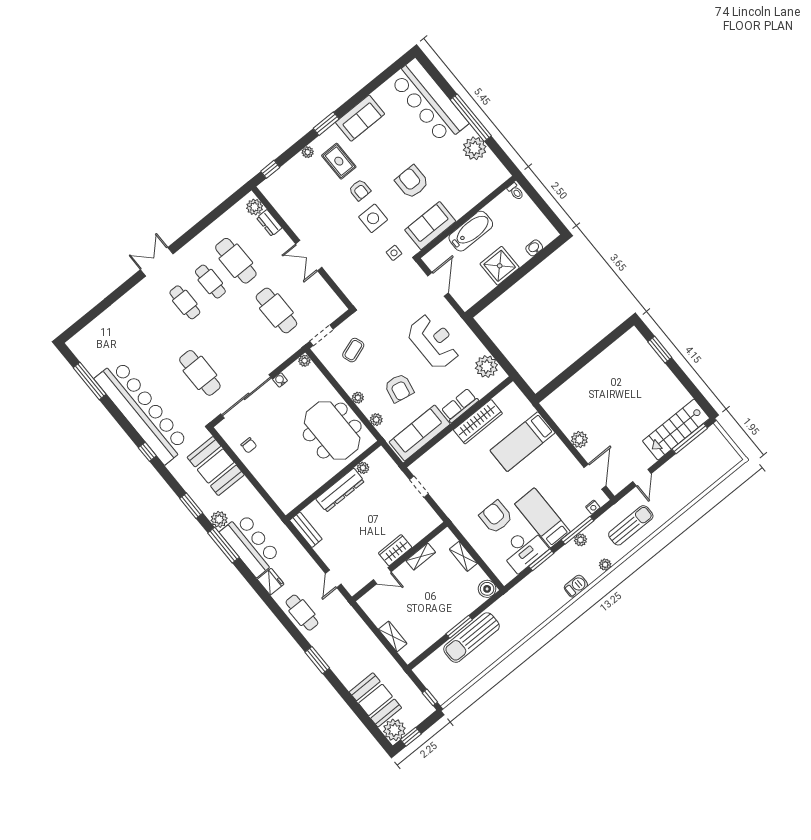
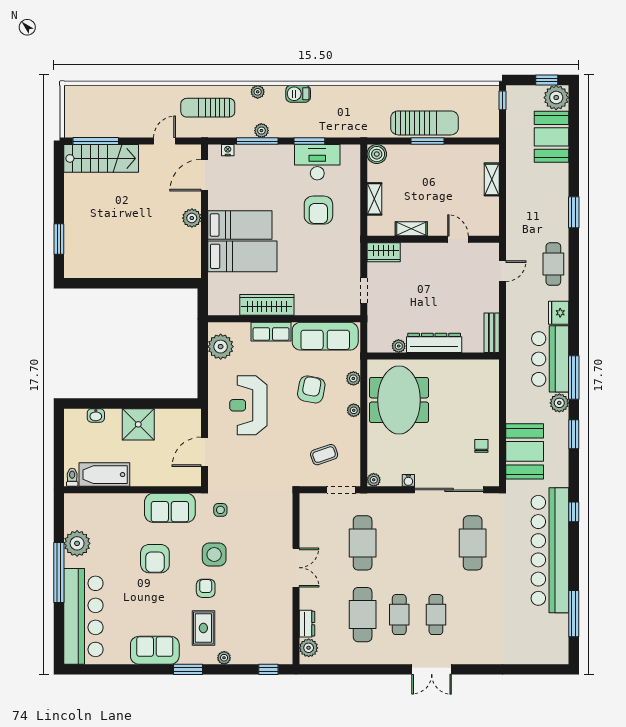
bathtub: (471, 231) -> (104, 475), moved
bed: (542, 518) -> (240, 225), moved, turned -90
wardrobe: (395, 550) -> (384, 252), moved

